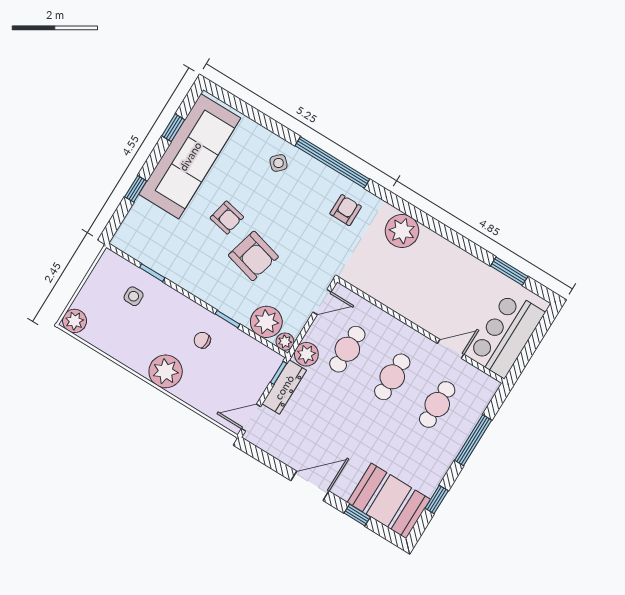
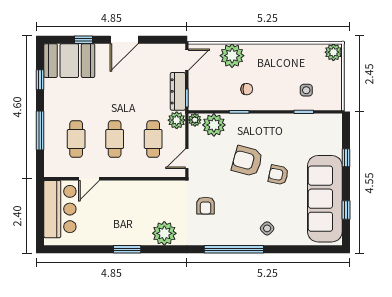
armchair: (346, 210) -> (206, 206), moved
window: (509, 271) -> (127, 249), moved
plant: (166, 371) -> (232, 56), moved

